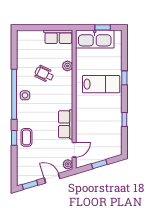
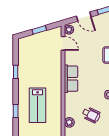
lab bench: (101, 84) -> (38, 105), turned -90
row of seats: (66, 124) -> (71, 79), moved
door: (74, 150) -> (63, 43), swing flipped

